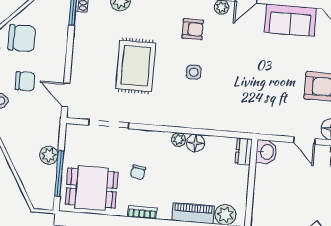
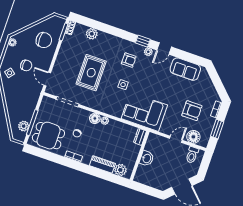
chair: (22, 38) -> (44, 40), moved
corner sofa: (240, 108) -> (144, 112), added
door: (304, 141) -> (176, 139), swing flipped
floor lamp: (195, 143) -> (95, 118), moved
washbasin: (266, 152) -> (147, 158), moved
plant: (49, 155) -> (24, 126), moved

